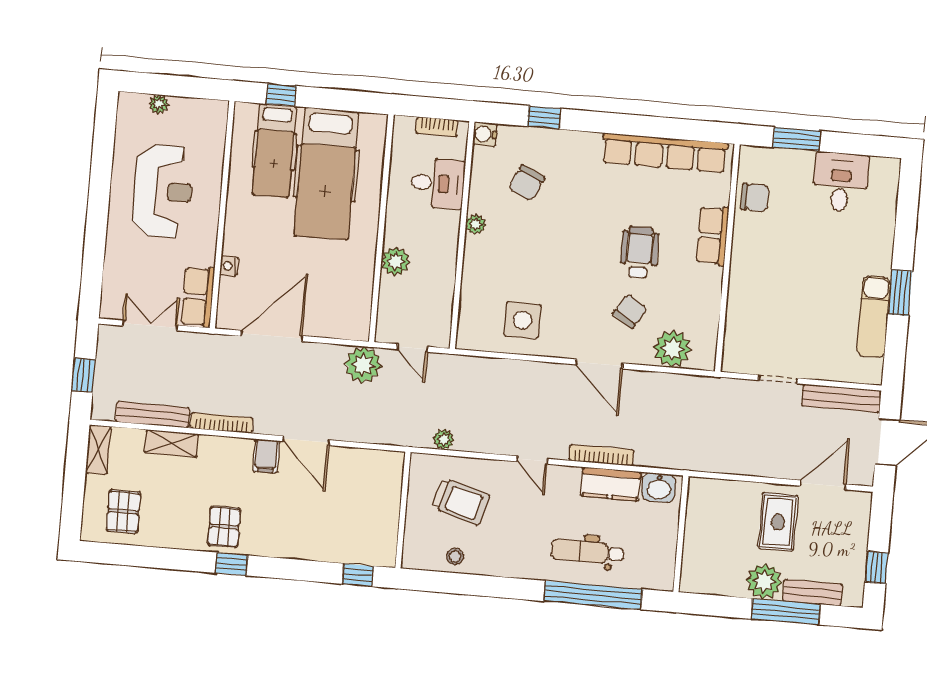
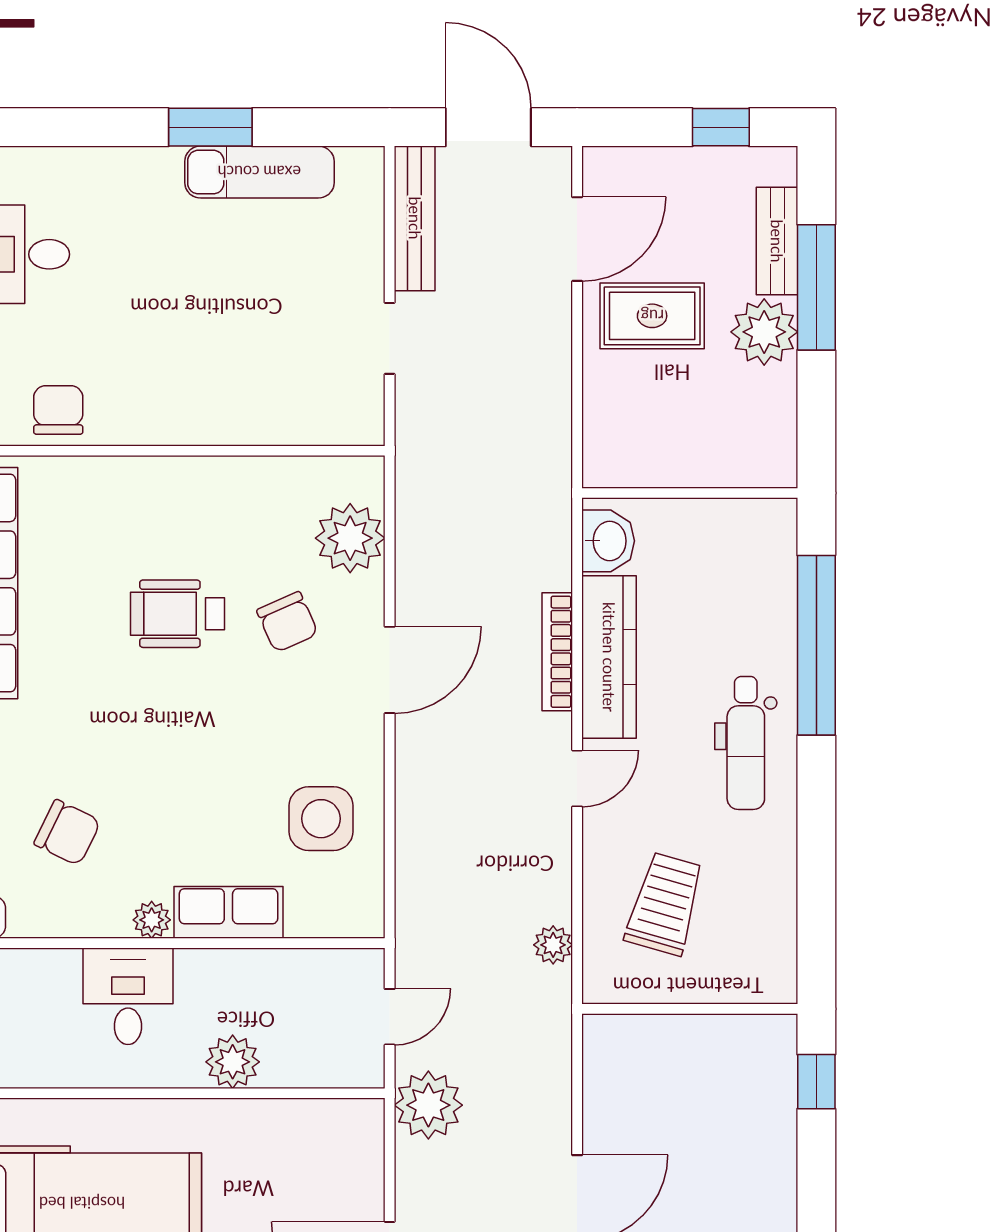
desk: (438, 183) -> (128, 996), moved
row of seats: (713, 236) -> (228, 912), moved, turned 180
chair: (630, 311) -> (287, 622), turned -146
kitchen counter: (611, 484) -> (609, 657), width x1.50
door: (823, 485) -> (577, 239), swing flipped
dental chair: (587, 552) -> (746, 743), moved
stool: (455, 557) -> (767, 905), removed

